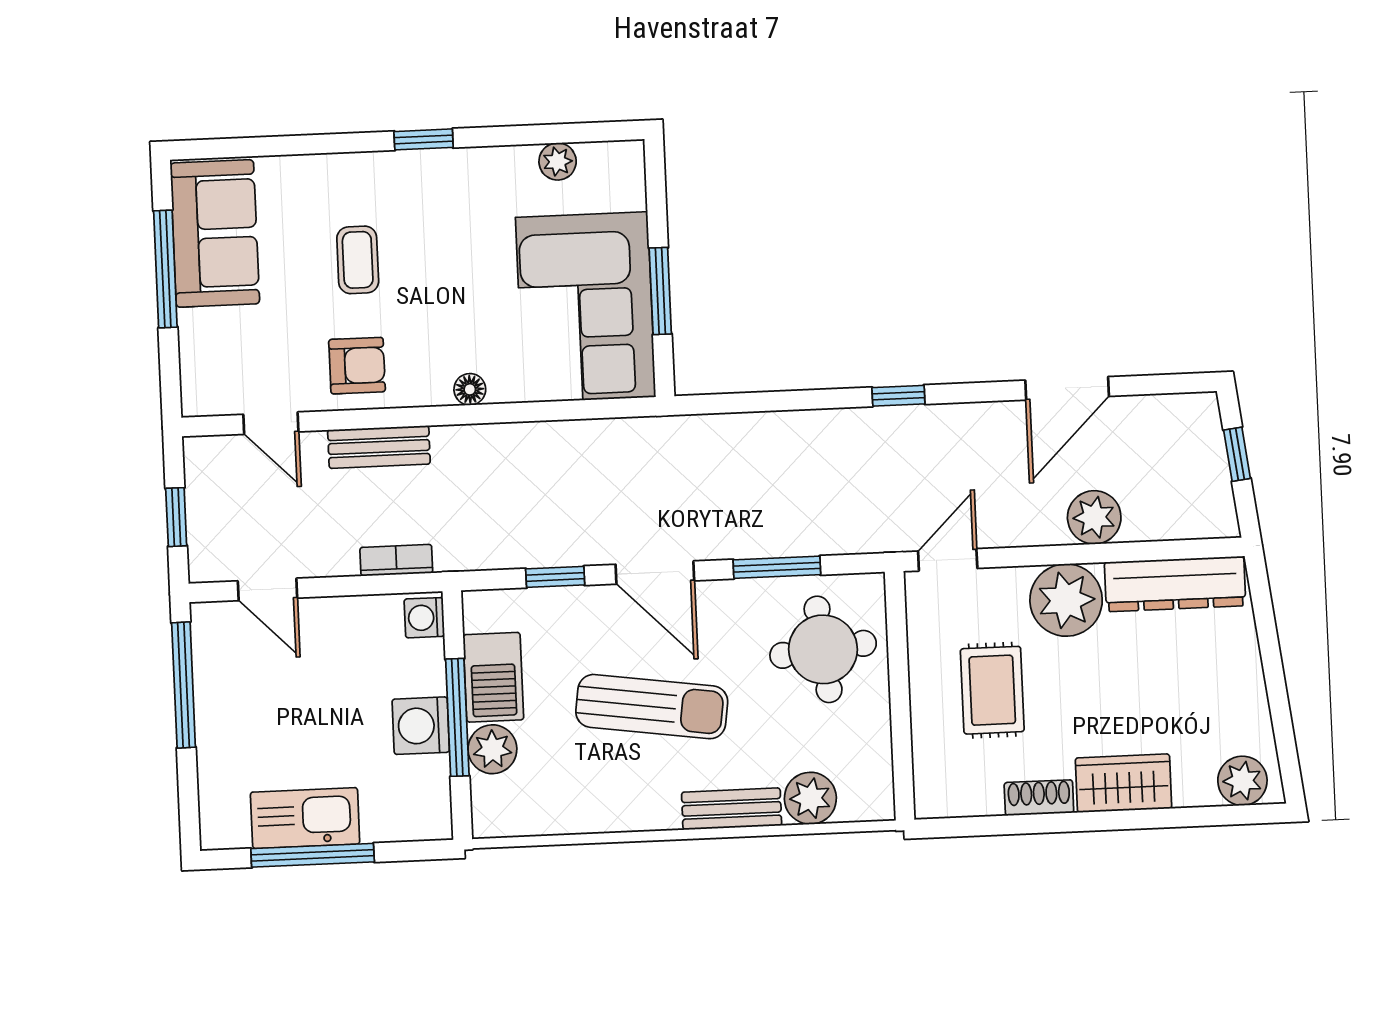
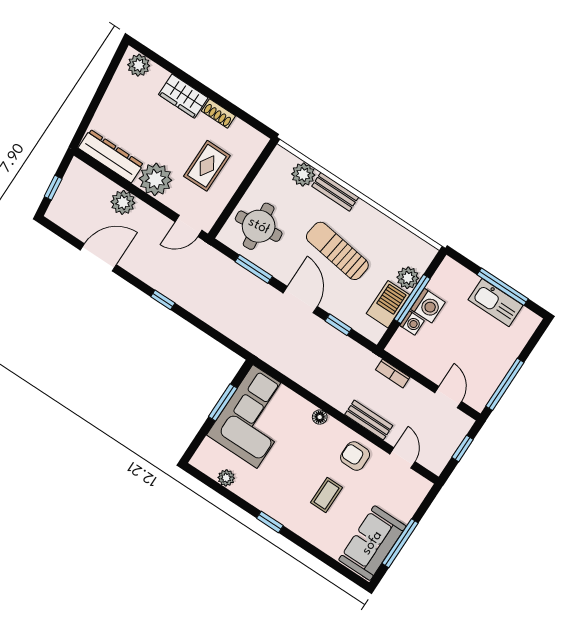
washing machine: (424, 618) -> (412, 323), moved

